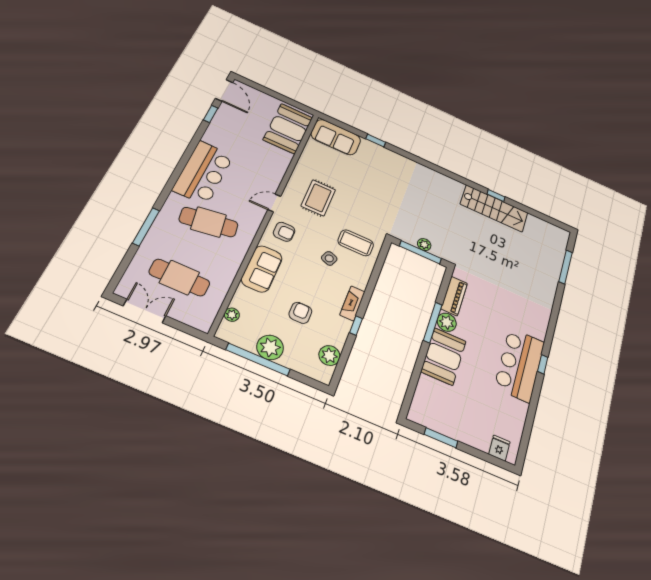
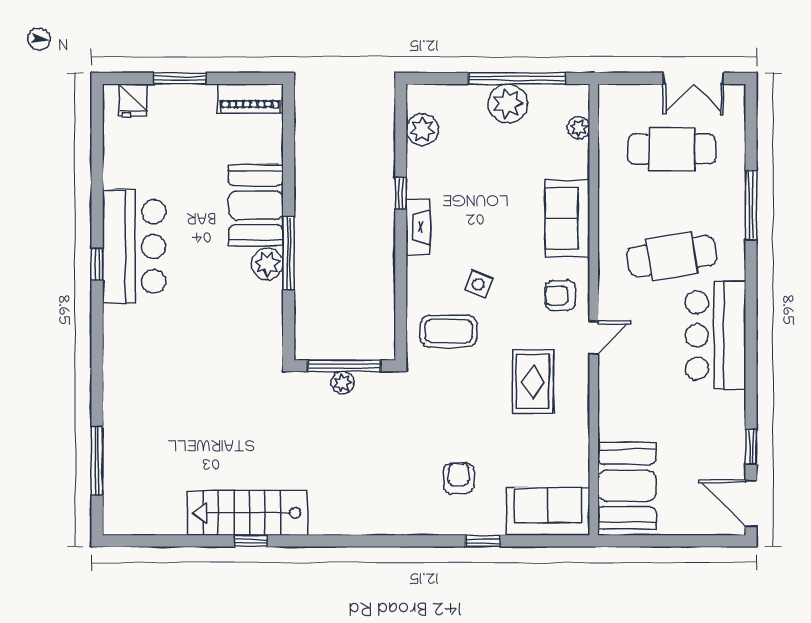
piano: (454, 296) -> (250, 99), moved, turned -90
armchair: (300, 313) -> (459, 478), moved, turned 180
window: (441, 438) -> (180, 78), moved

